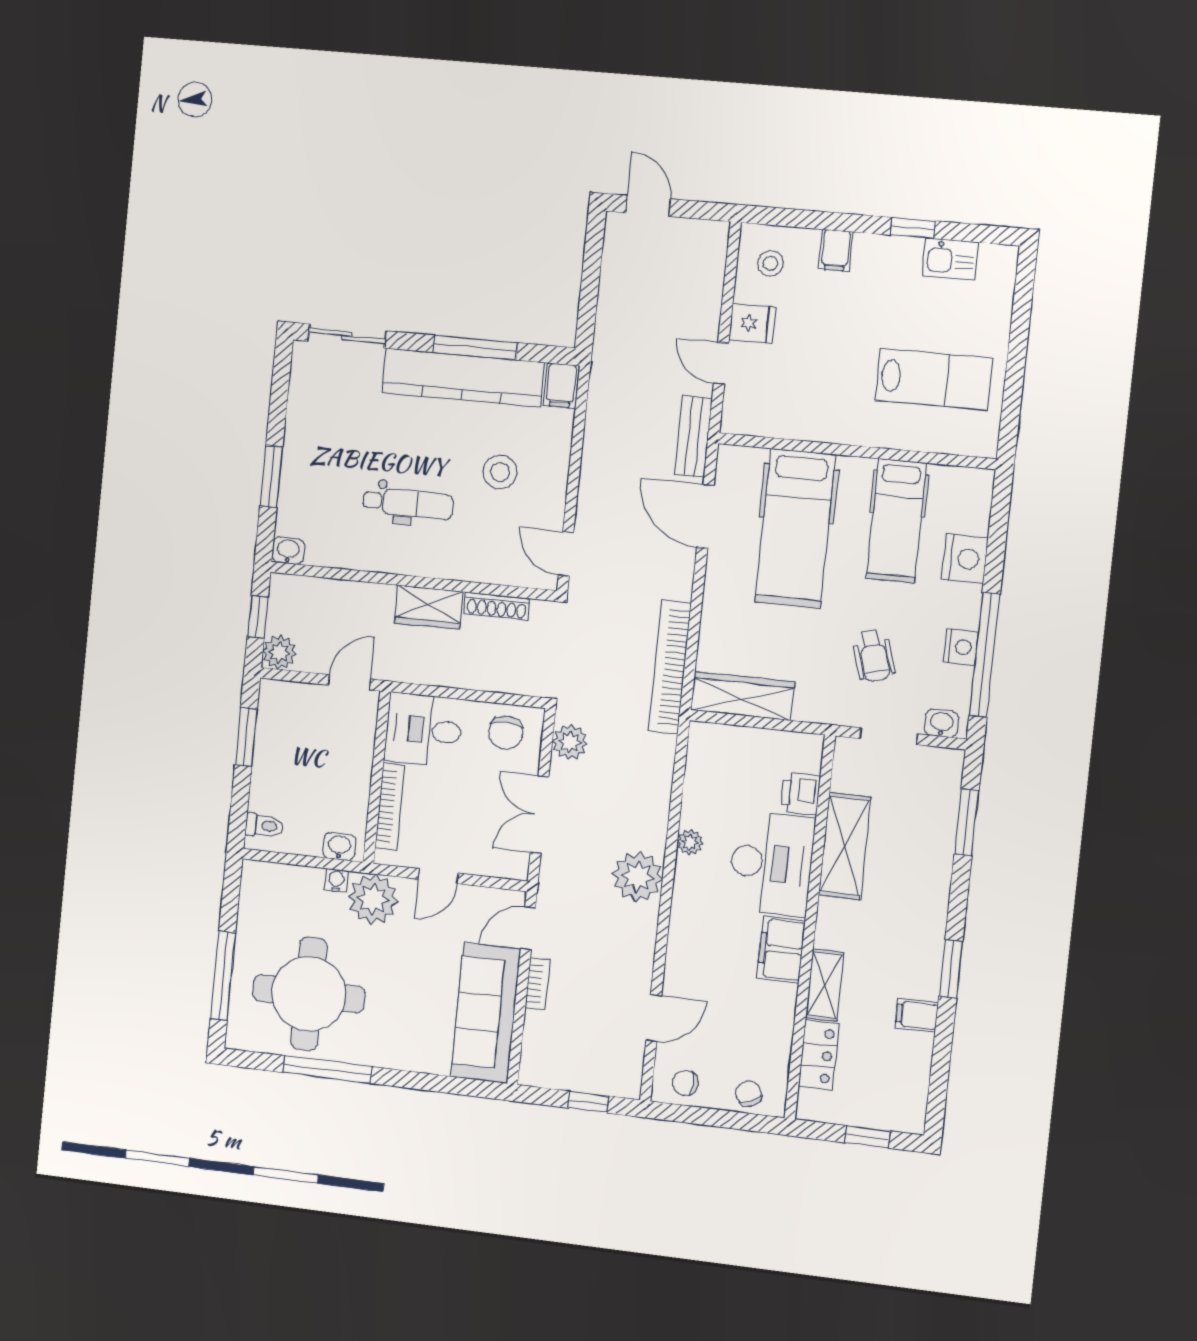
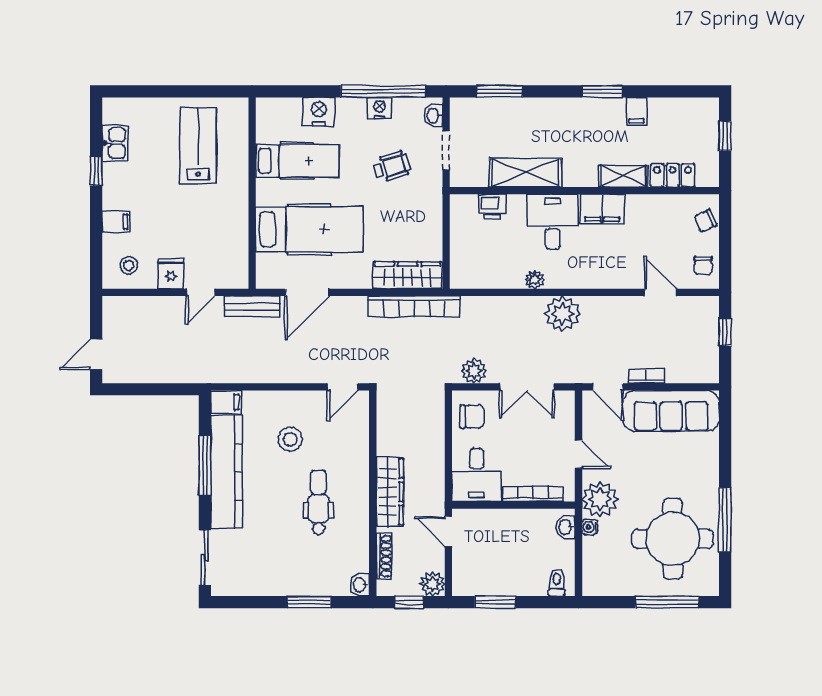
shoe rack: (497, 606) -> (384, 556), moved
wardrobe: (429, 607) -> (390, 492), width x1.50
wardrobe: (742, 696) -> (408, 275), moved, turned 90
desk: (771, 863) -> (553, 222), width x0.73

